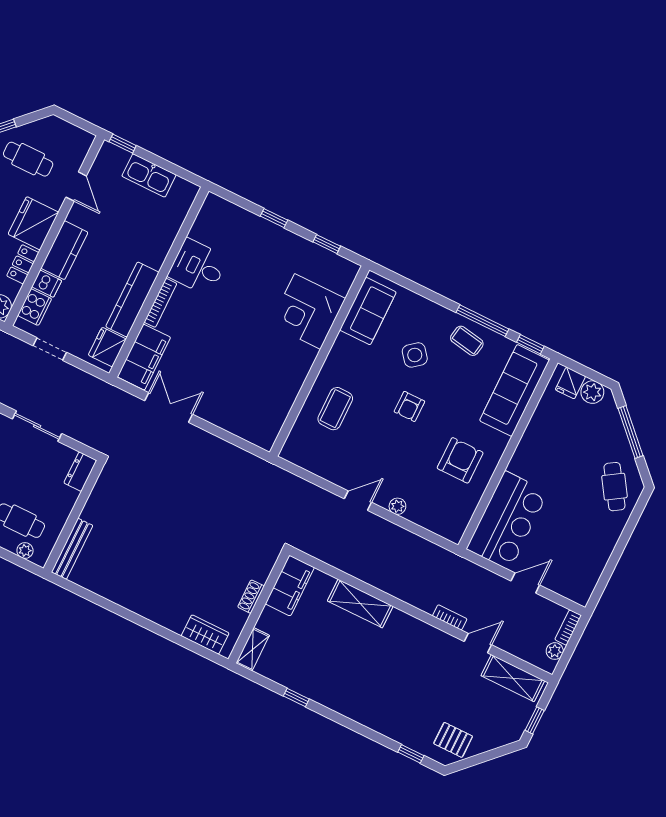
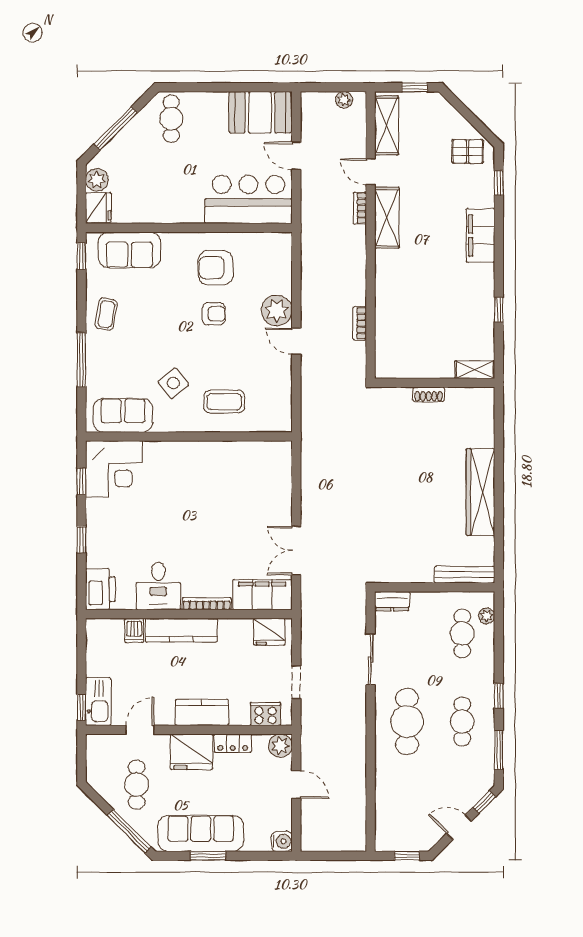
kitchen sink: (149, 175) -> (98, 702), moved
printer: (221, 213) -> (100, 589), added
dishwasher: (47, 284) -> (134, 630), moved, turned 180
kitchen counter: (132, 299) -> (181, 630), moved
corner desk: (308, 311) -> (114, 469), moved
window: (482, 321) -> (81, 360), moved
side table: (415, 355) -> (173, 383), moved
fridge: (570, 383) -> (98, 208), width x1.38
sofa: (514, 390) -> (129, 250), width x0.73
armchair: (409, 406) -> (214, 314), moved
cafe table: (614, 487) -> (171, 119), turned -57
plant: (397, 506) -> (277, 311), width x1.88, depth x1.88
booth: (581, 570) -> (260, 112), added
filing cabinet: (290, 586) -> (480, 235), moved, turned -90
shelving: (360, 603) -> (387, 218), moved
bookcase: (568, 628) -> (360, 323), moved, turned 90
wardrobe: (205, 634) -> (480, 492), moved, width x2.10, depth x1.17
pallet: (453, 740) -> (468, 151), turned 90

